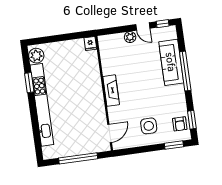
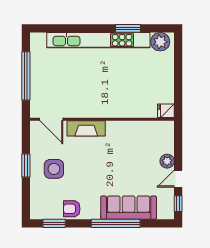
fireplace: (111, 91) -> (86, 128), moved
armchair: (180, 124) -> (72, 209), moved
window: (174, 145) -> (26, 166), moved

